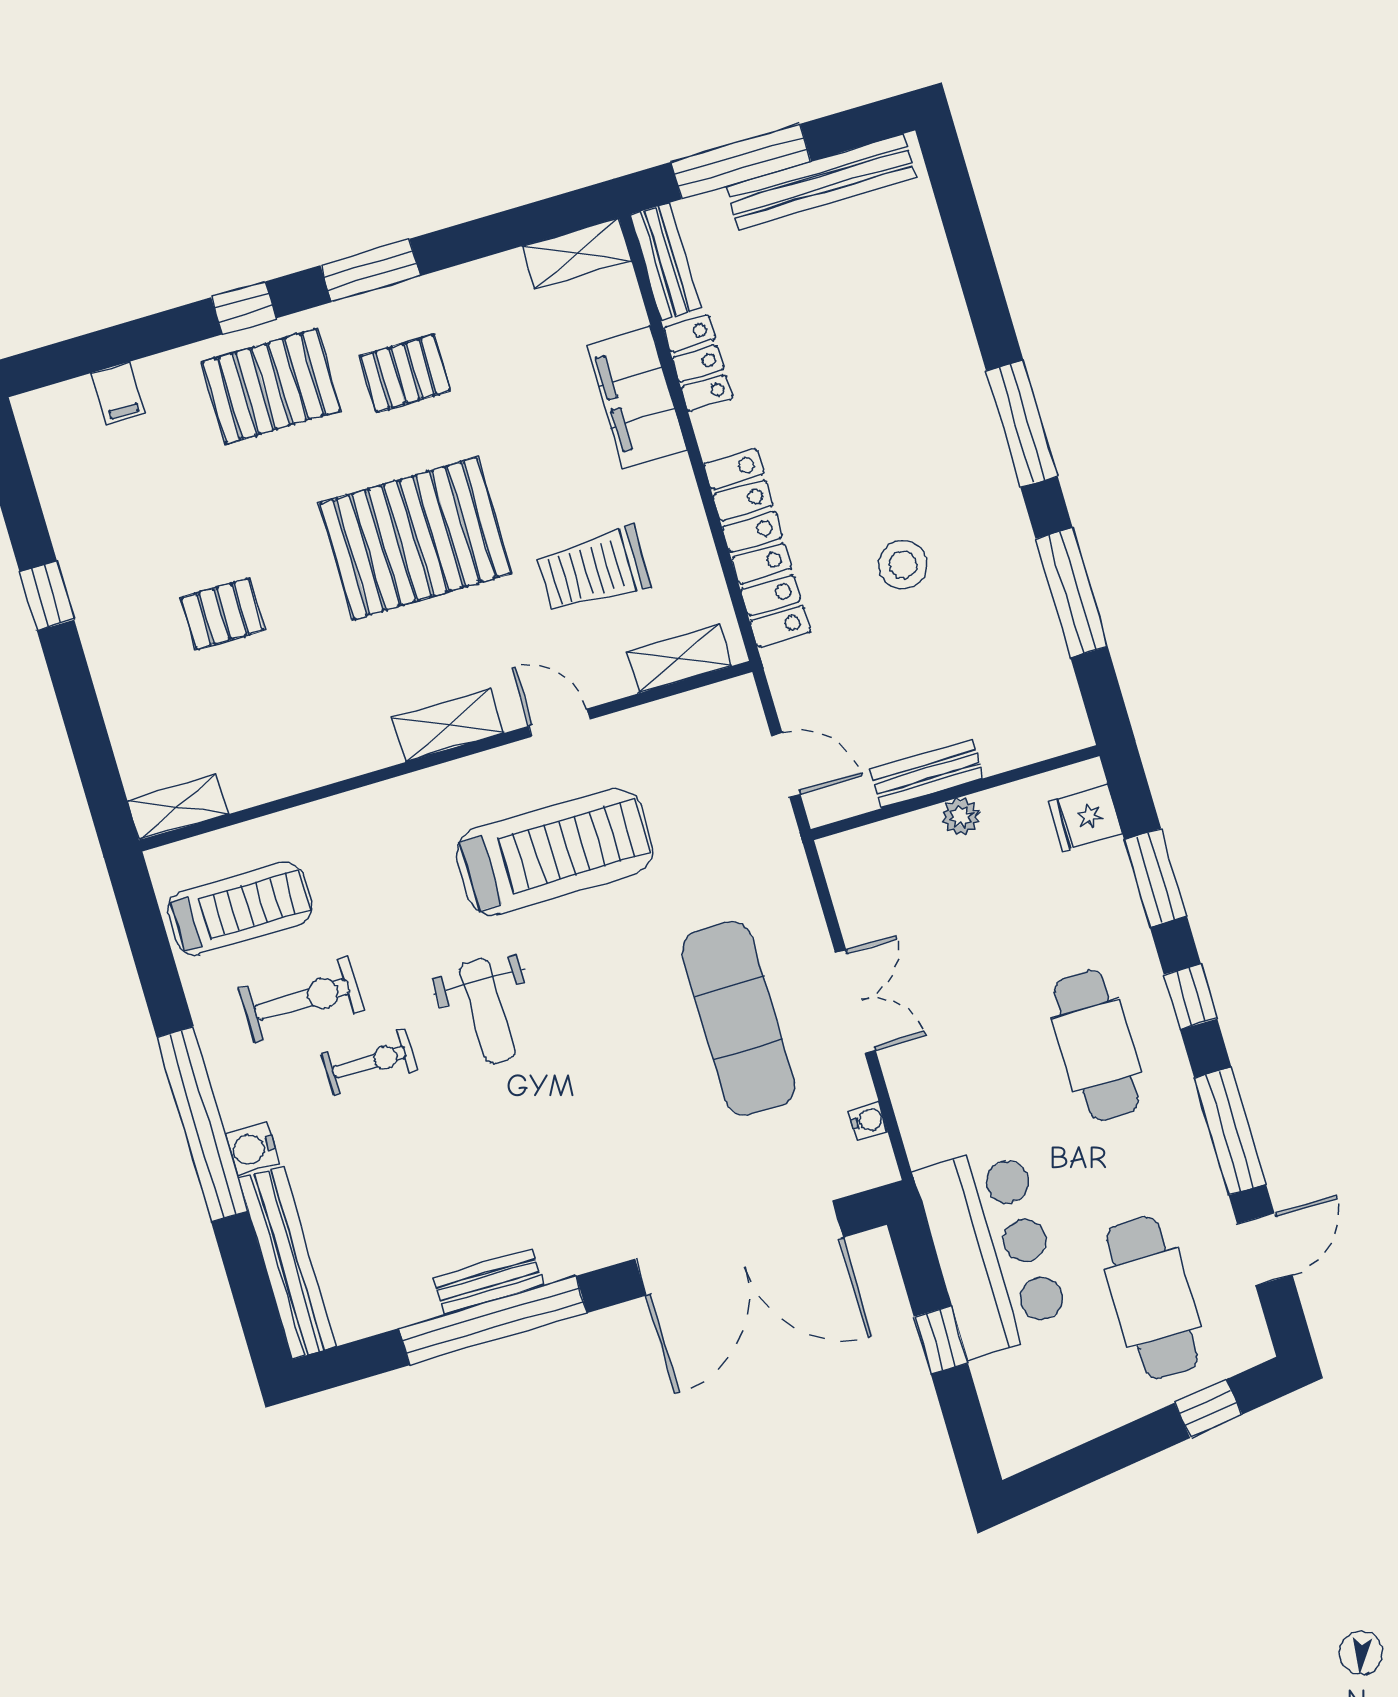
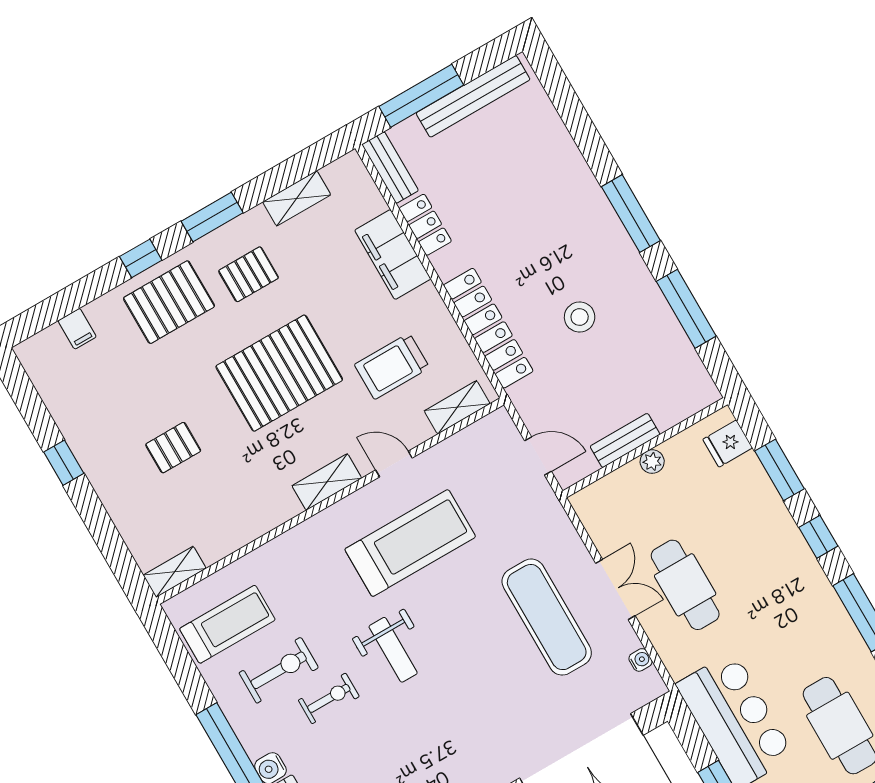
shelving: (577, 254) -> (297, 198), moved
cafe table: (1096, 1045) -> (685, 585), moved

